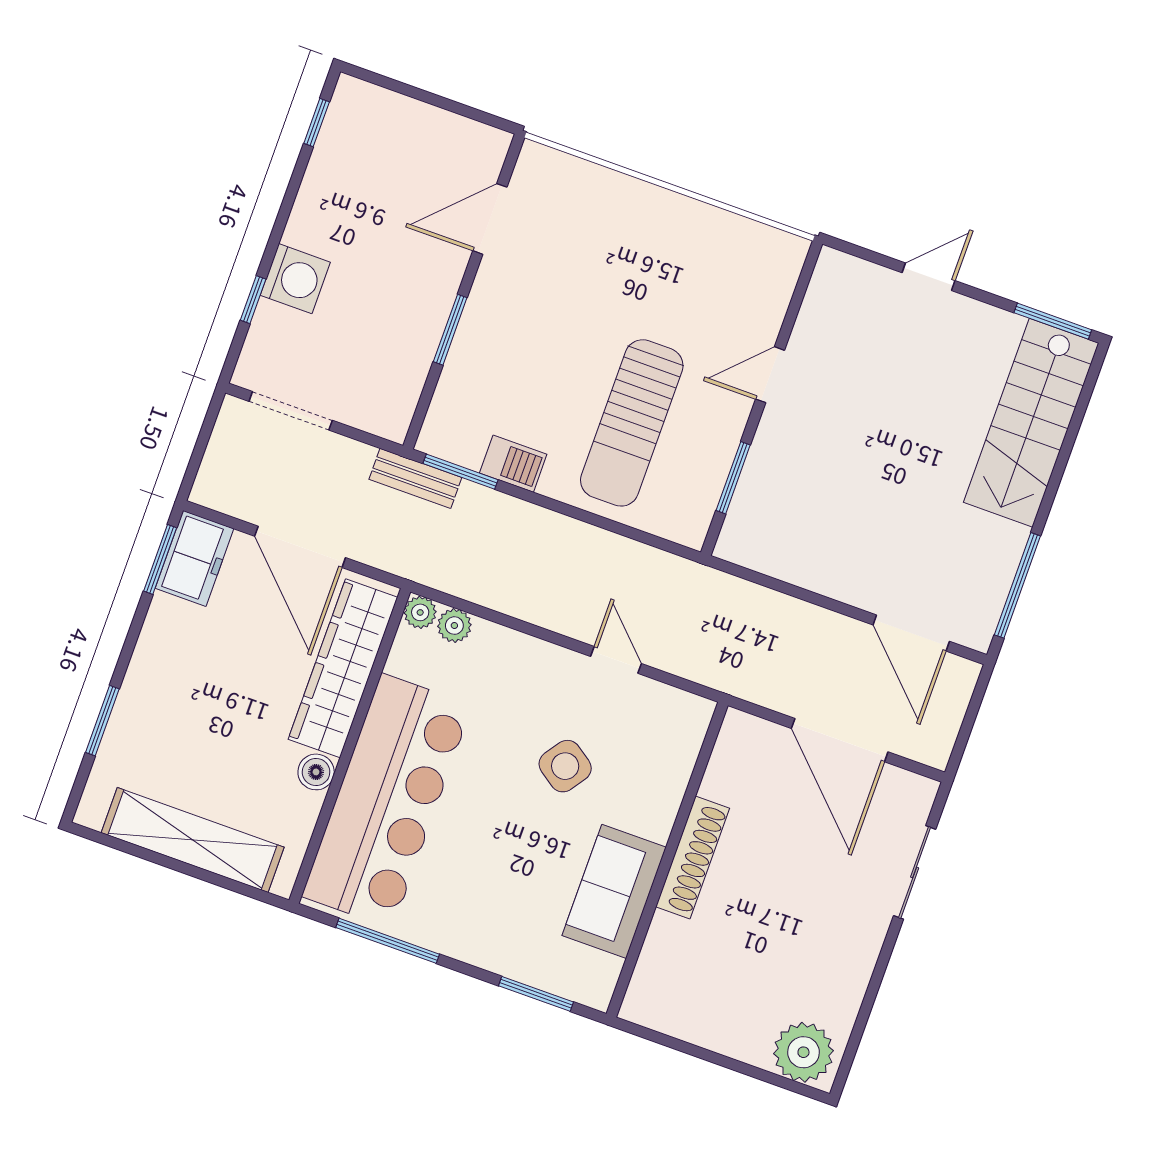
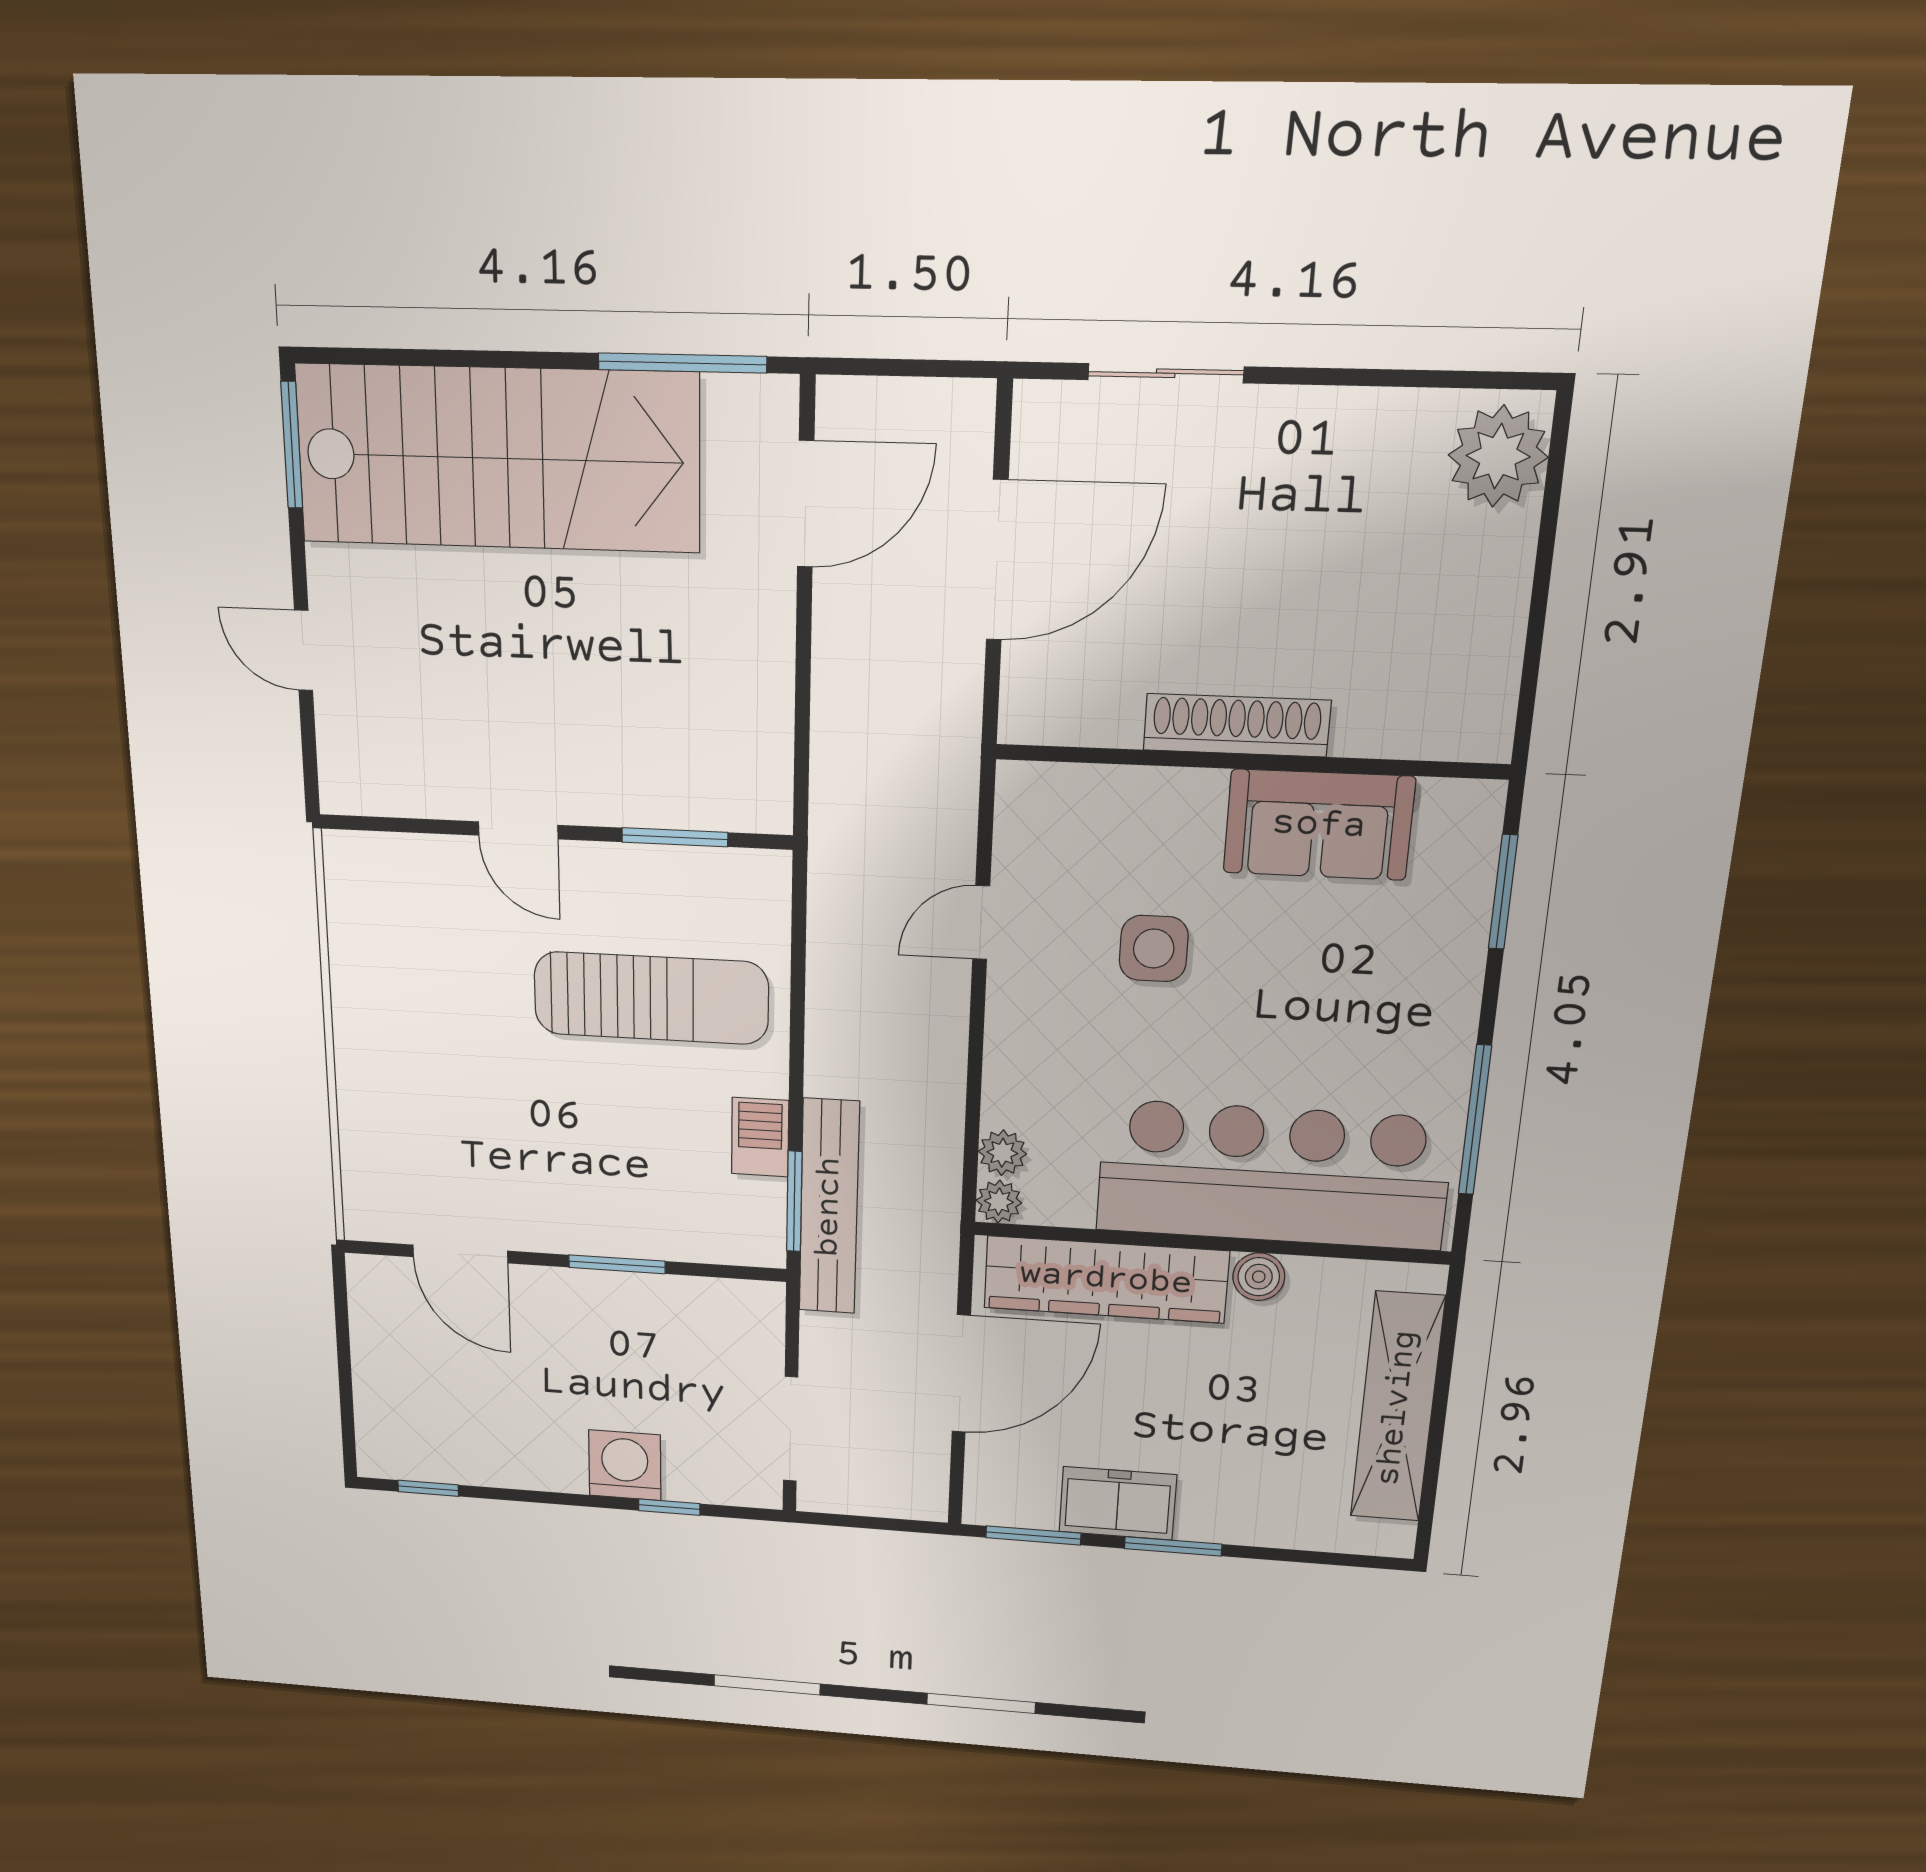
stairs: (1031, 423) -> (498, 458), width x1.36, depth x1.51
bench: (415, 478) -> (829, 1207), width x1.86, depth x1.21
freezer: (194, 558) -> (1118, 1503), moved
window: (102, 721) -> (1173, 1546), moved
side table: (565, 766) -> (1154, 949), turned -35

